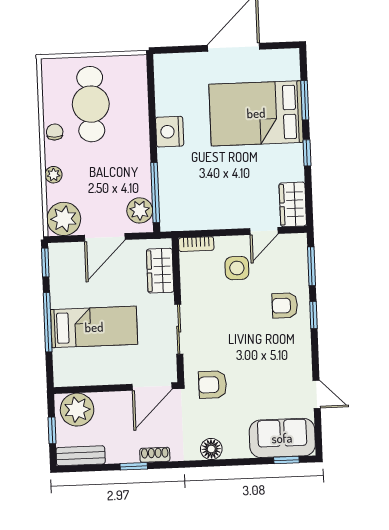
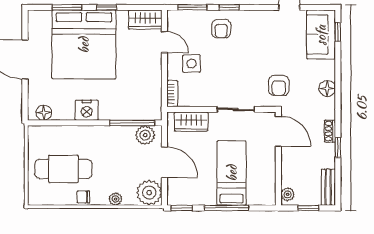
floor lamp: (164, 75) -> (44, 113), added
bed: (256, 113) -> (84, 45), width x1.36
plant: (77, 410) -> (288, 194), width x0.53, depth x0.53

